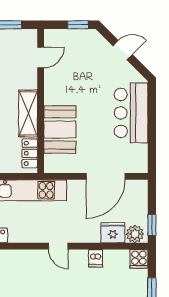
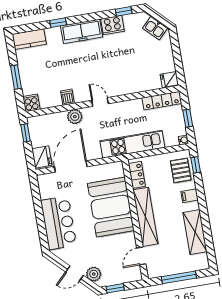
plant: (100, 46) -> (94, 274), added
shelving: (28, 113) -> (145, 217), width x1.47
booth: (60, 130) -> (111, 207), width x1.36, depth x1.42
fridge: (113, 233) -> (42, 157), moved, turned -90
plant: (135, 234) -> (75, 117), moved

